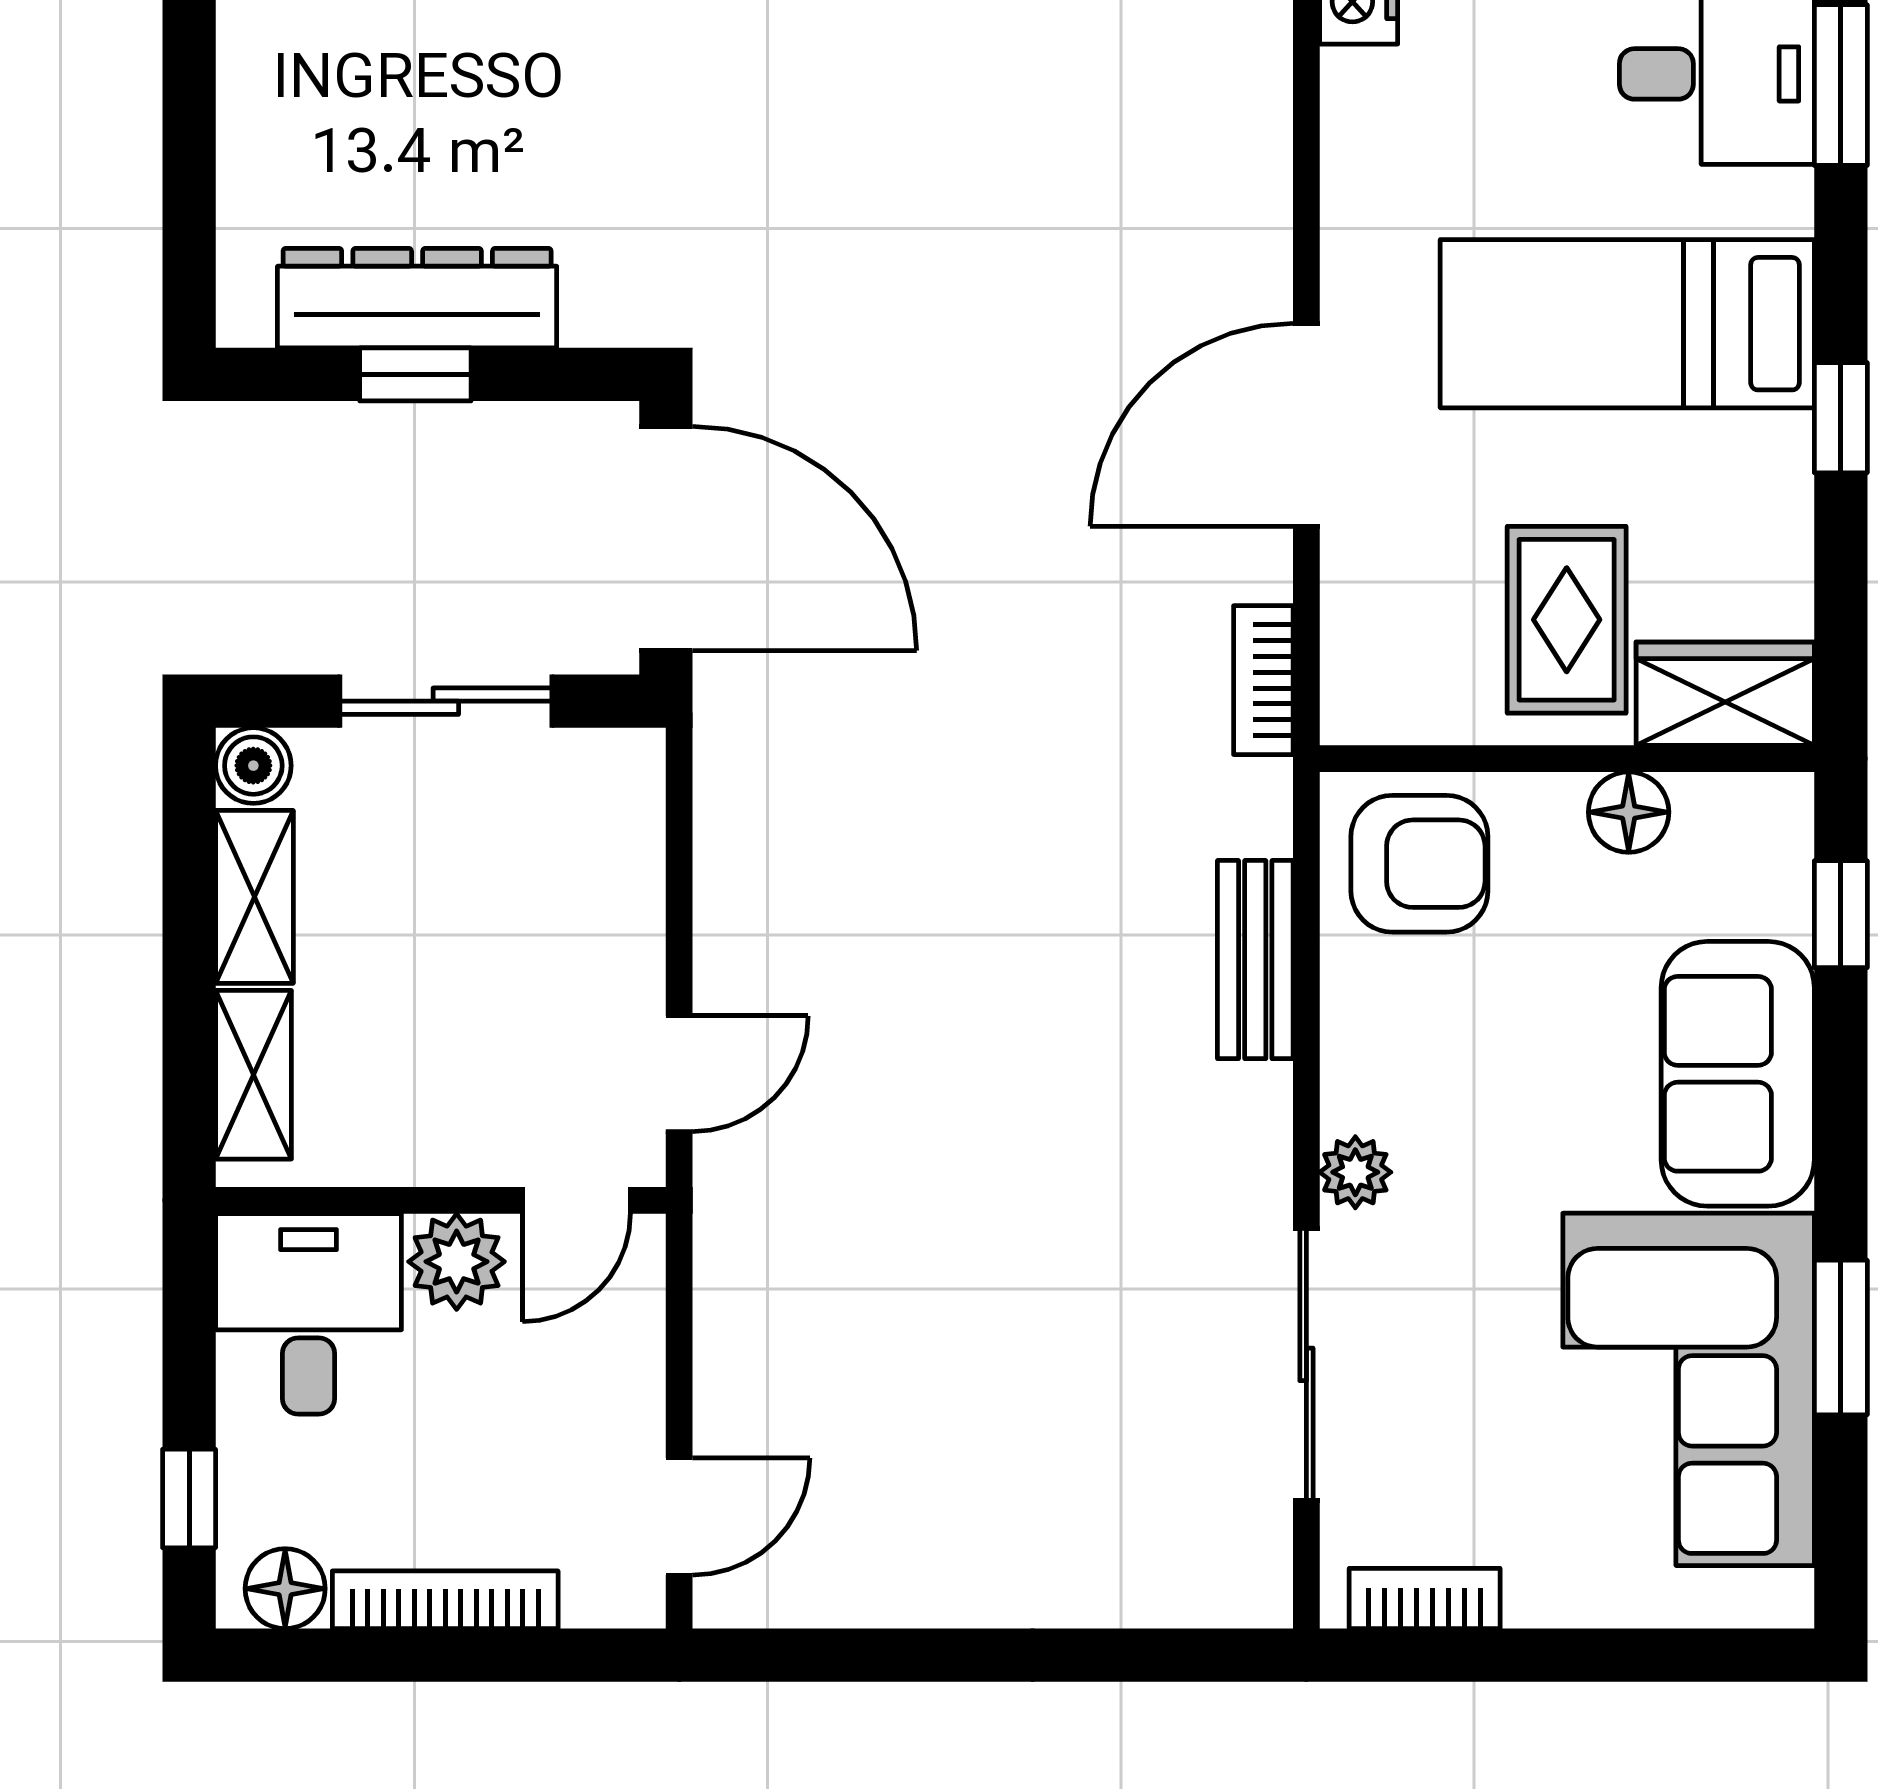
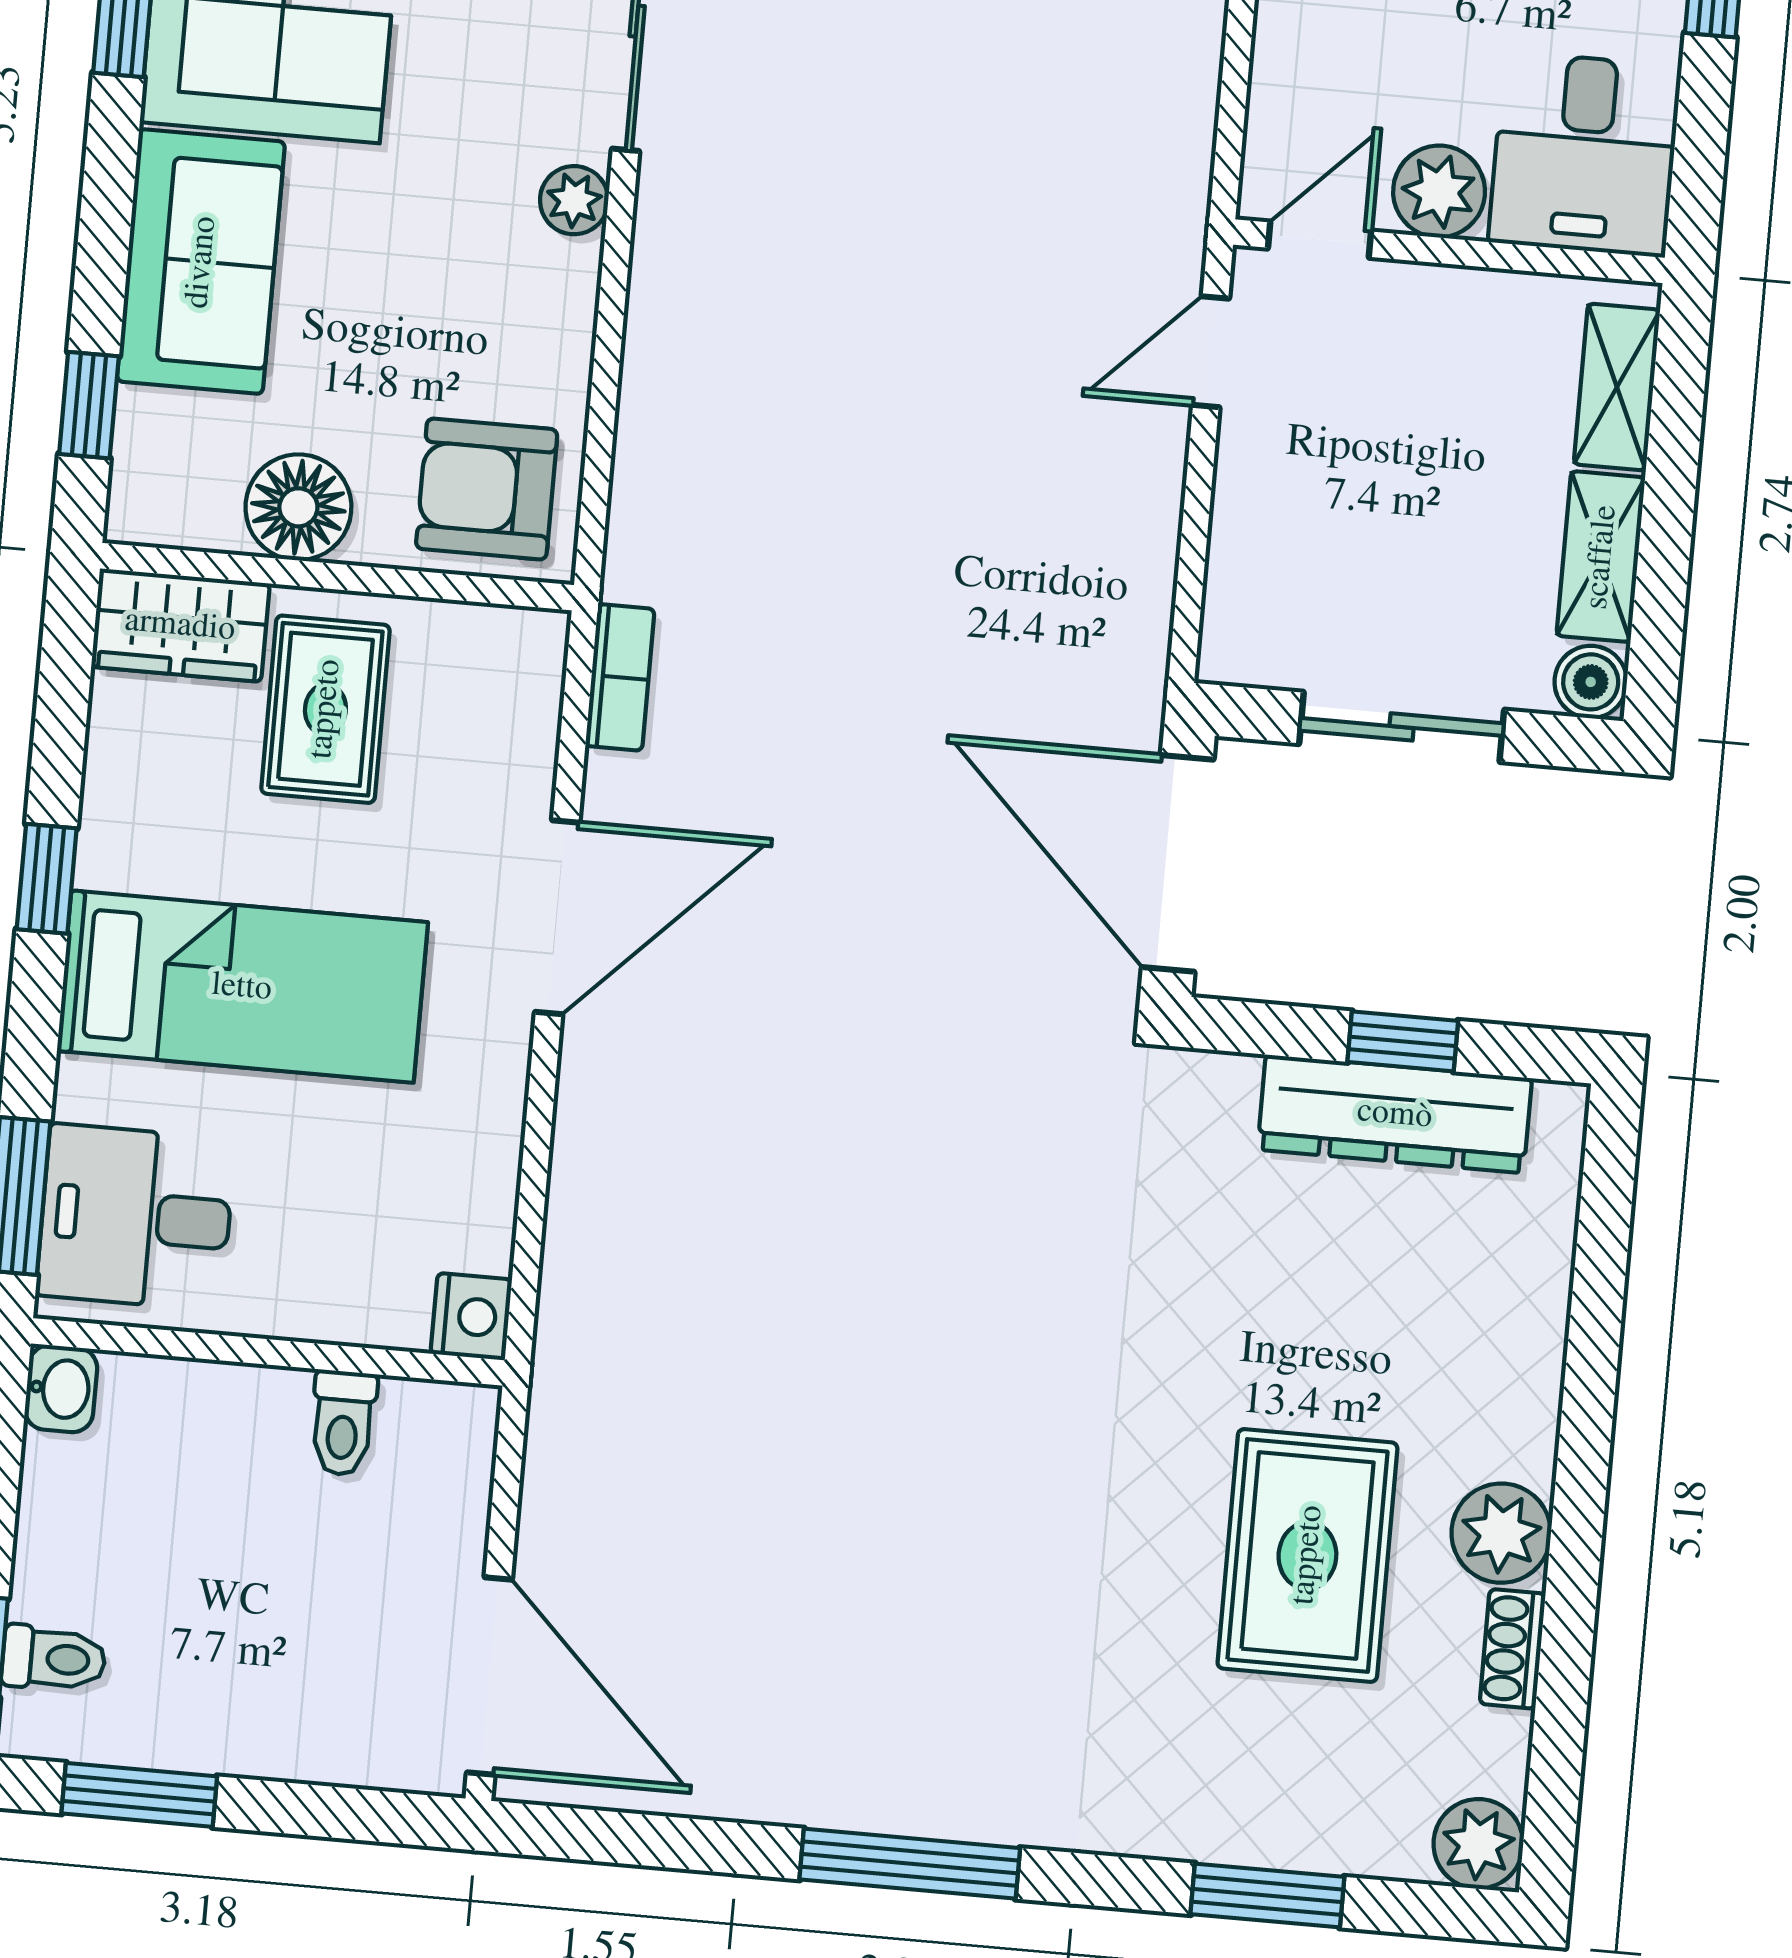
floor lamp: (1629, 812) -> (298, 507), width x1.38, depth x1.38
bench: (1255, 960) -> (651, 412), removed

